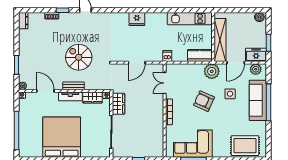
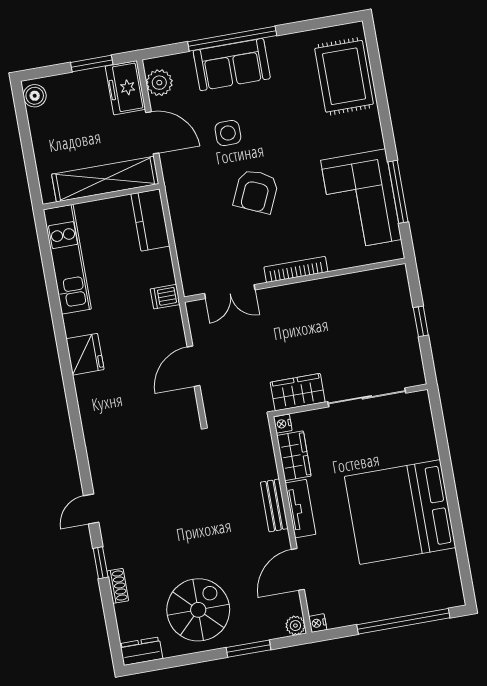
fridge: (137, 19) -> (85, 354), moved
spiral stairs: (79, 57) -> (198, 610), moved, turned 180
door: (137, 63) -> (193, 366), swing flipped
plant: (212, 71) -> (183, 186), removed
sofa: (258, 100) -> (232, 65), width x0.73

